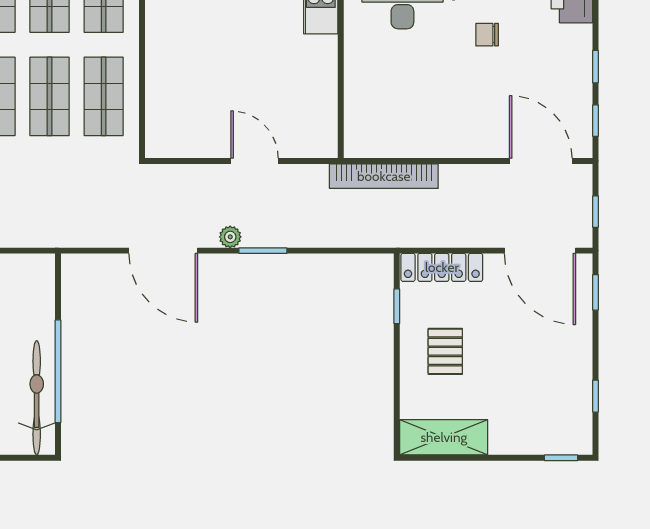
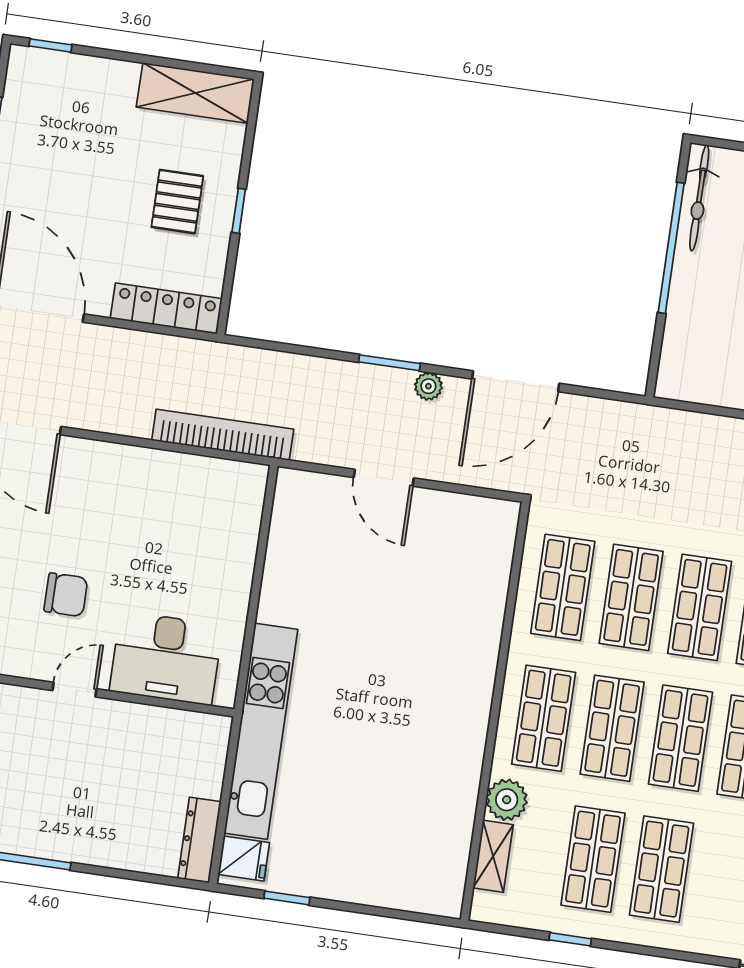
chair: (487, 35) -> (66, 595), width x1.37, depth x1.37
door: (163, 251) -> (516, 381), swing flipped
window: (397, 306) -> (239, 211), moved
bicycle: (37, 398) -> (699, 198), width x0.73, depth x0.71

